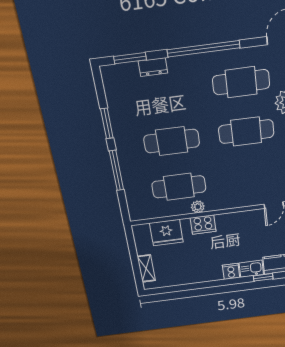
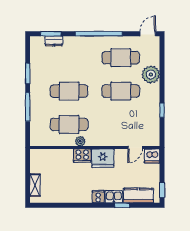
dresser: (153, 67) -> (54, 41), moved
fridge: (166, 233) -> (103, 158), moved

